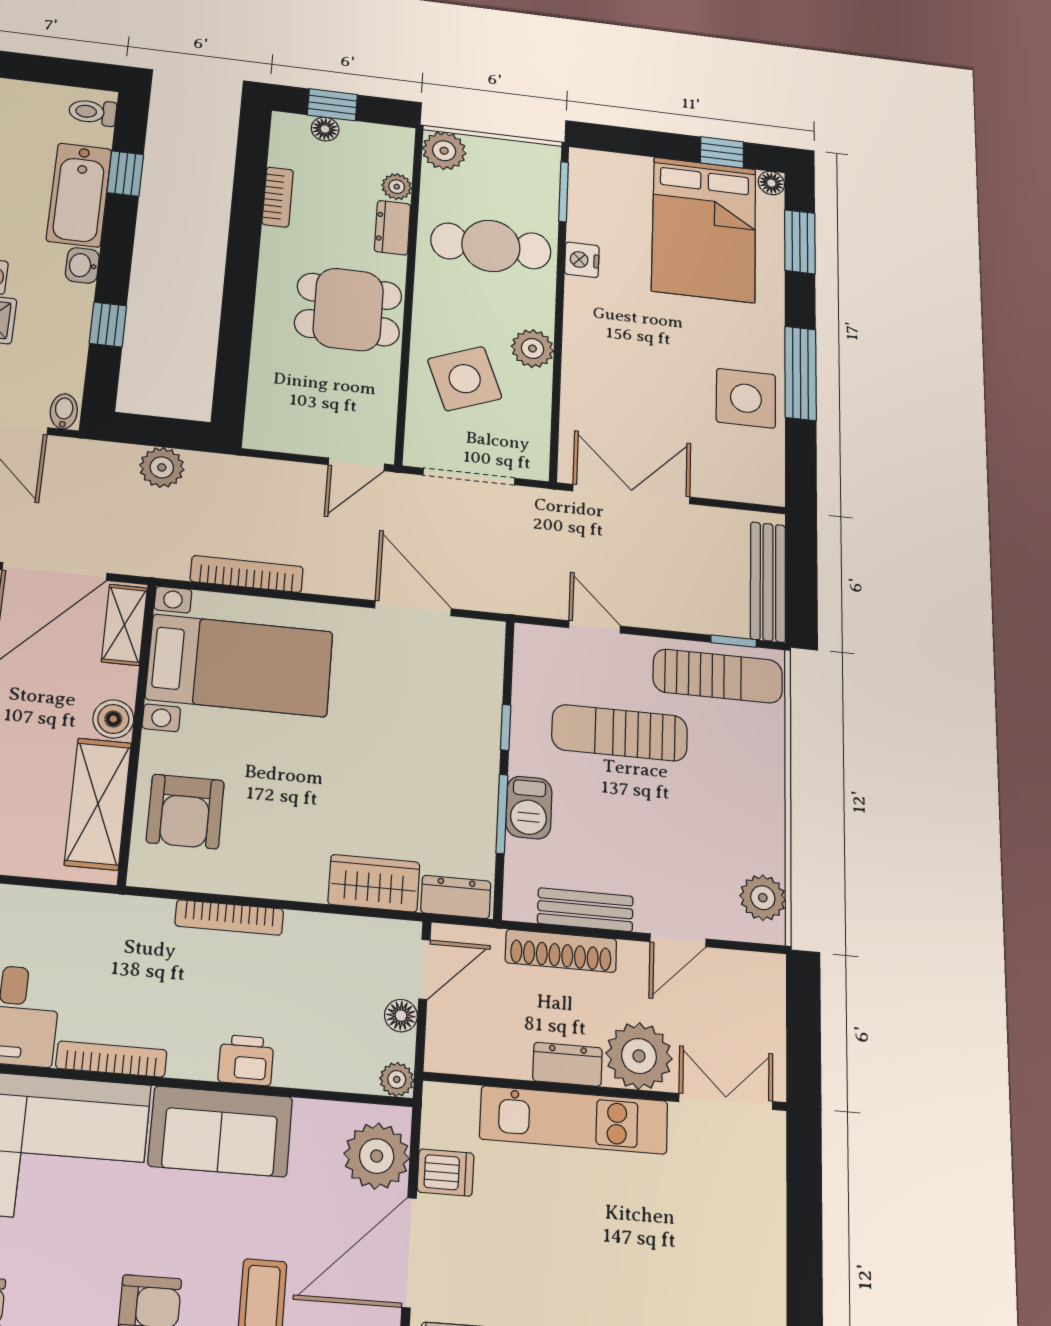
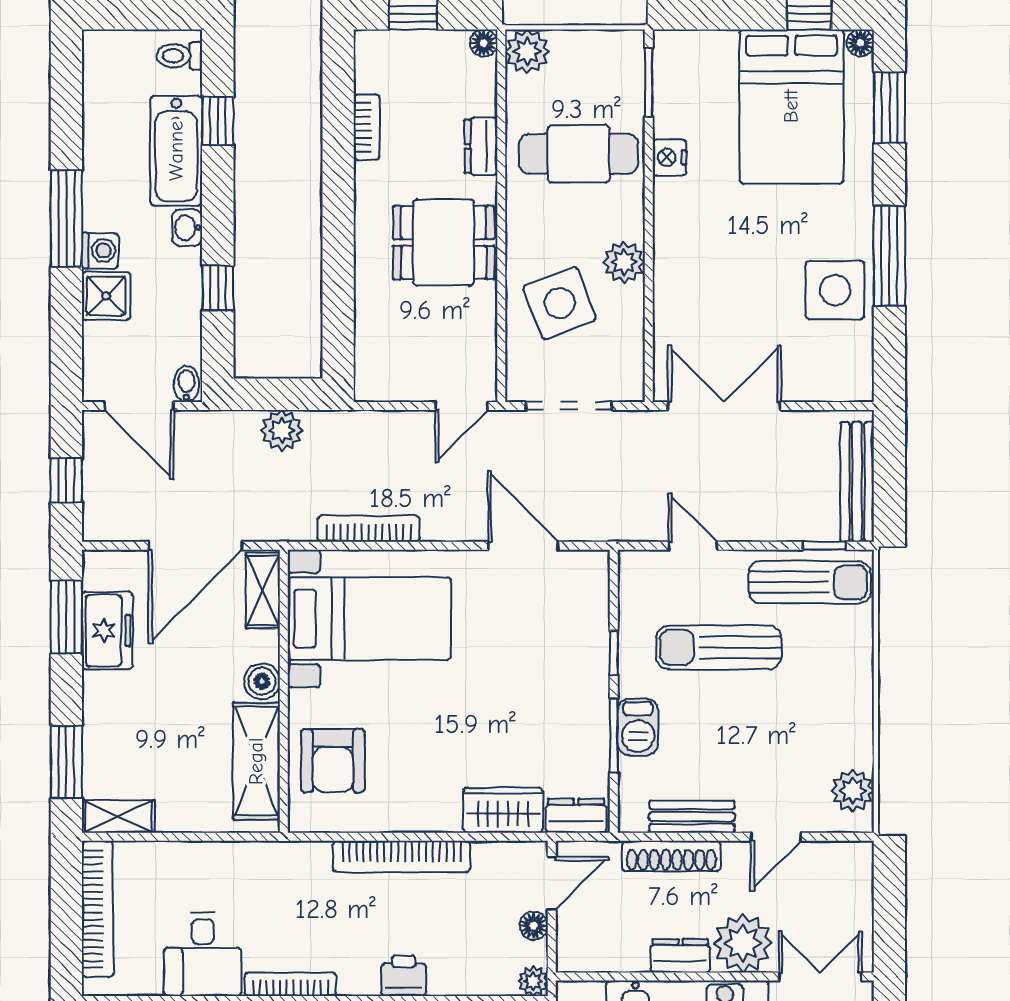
floor lamp: (325, 129) -> (484, 43), moved
plant: (397, 187) -> (482, 99), removed
bookcase: (229, 917) -> (402, 856), width x1.48, depth x1.31

